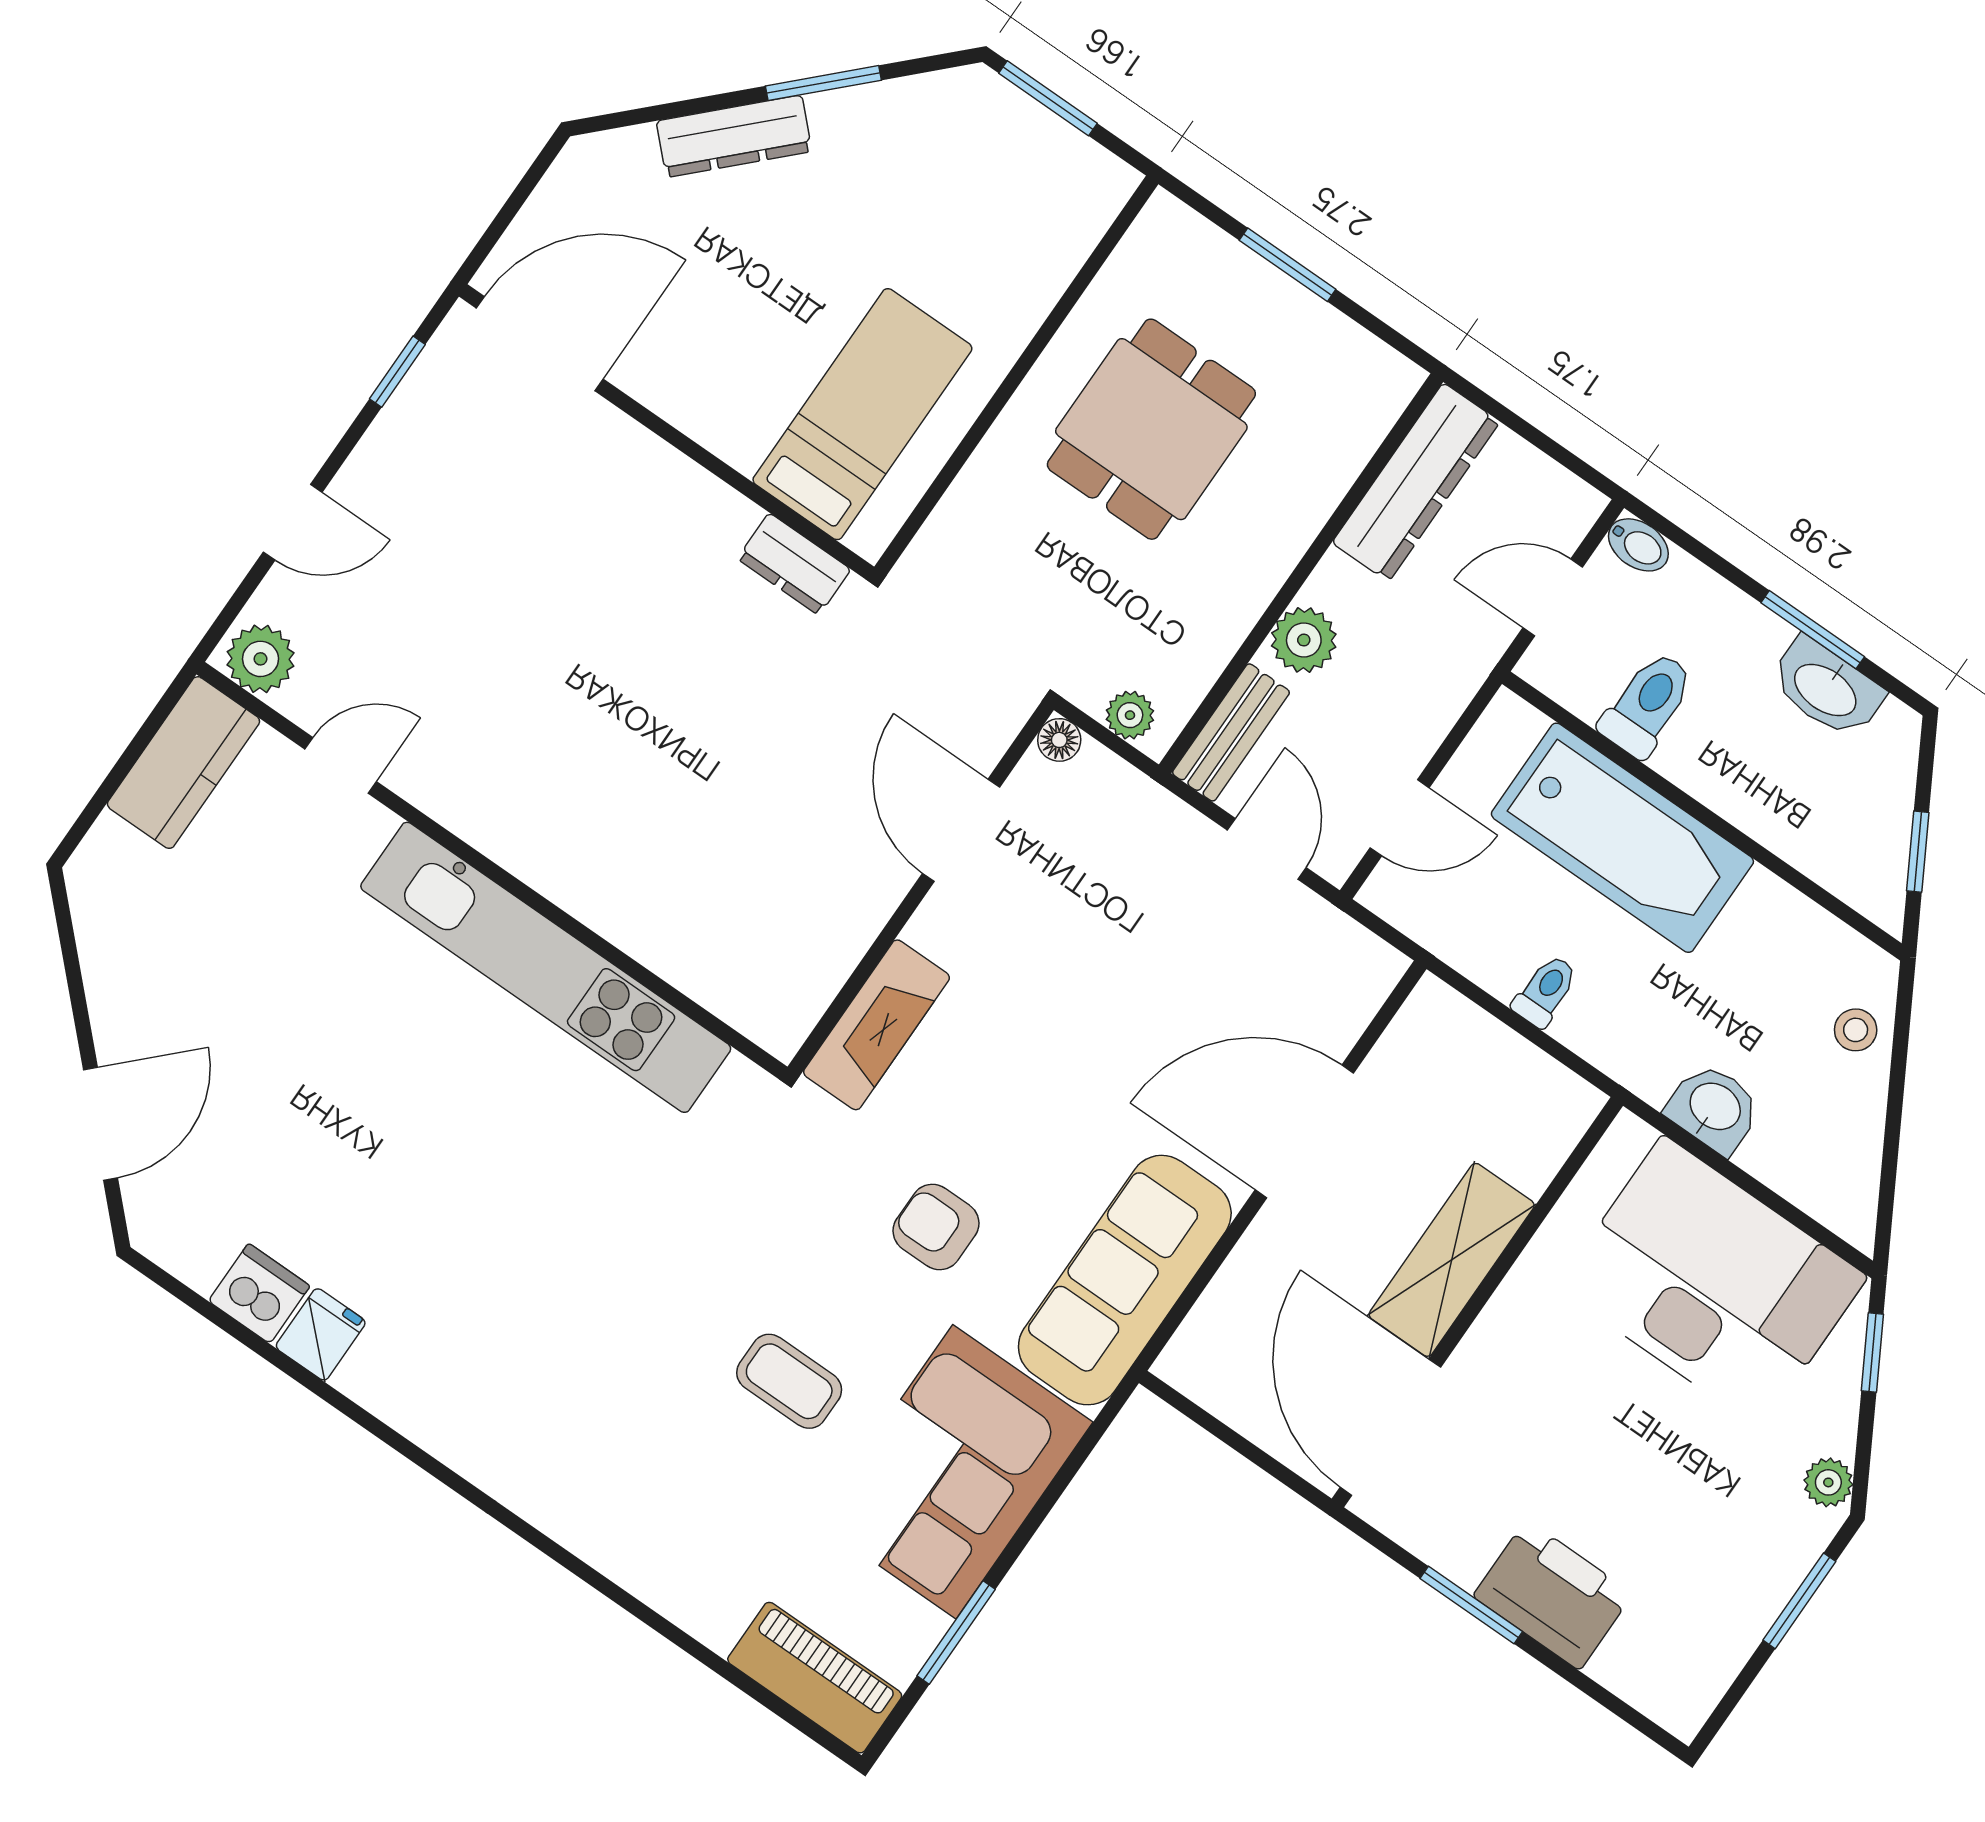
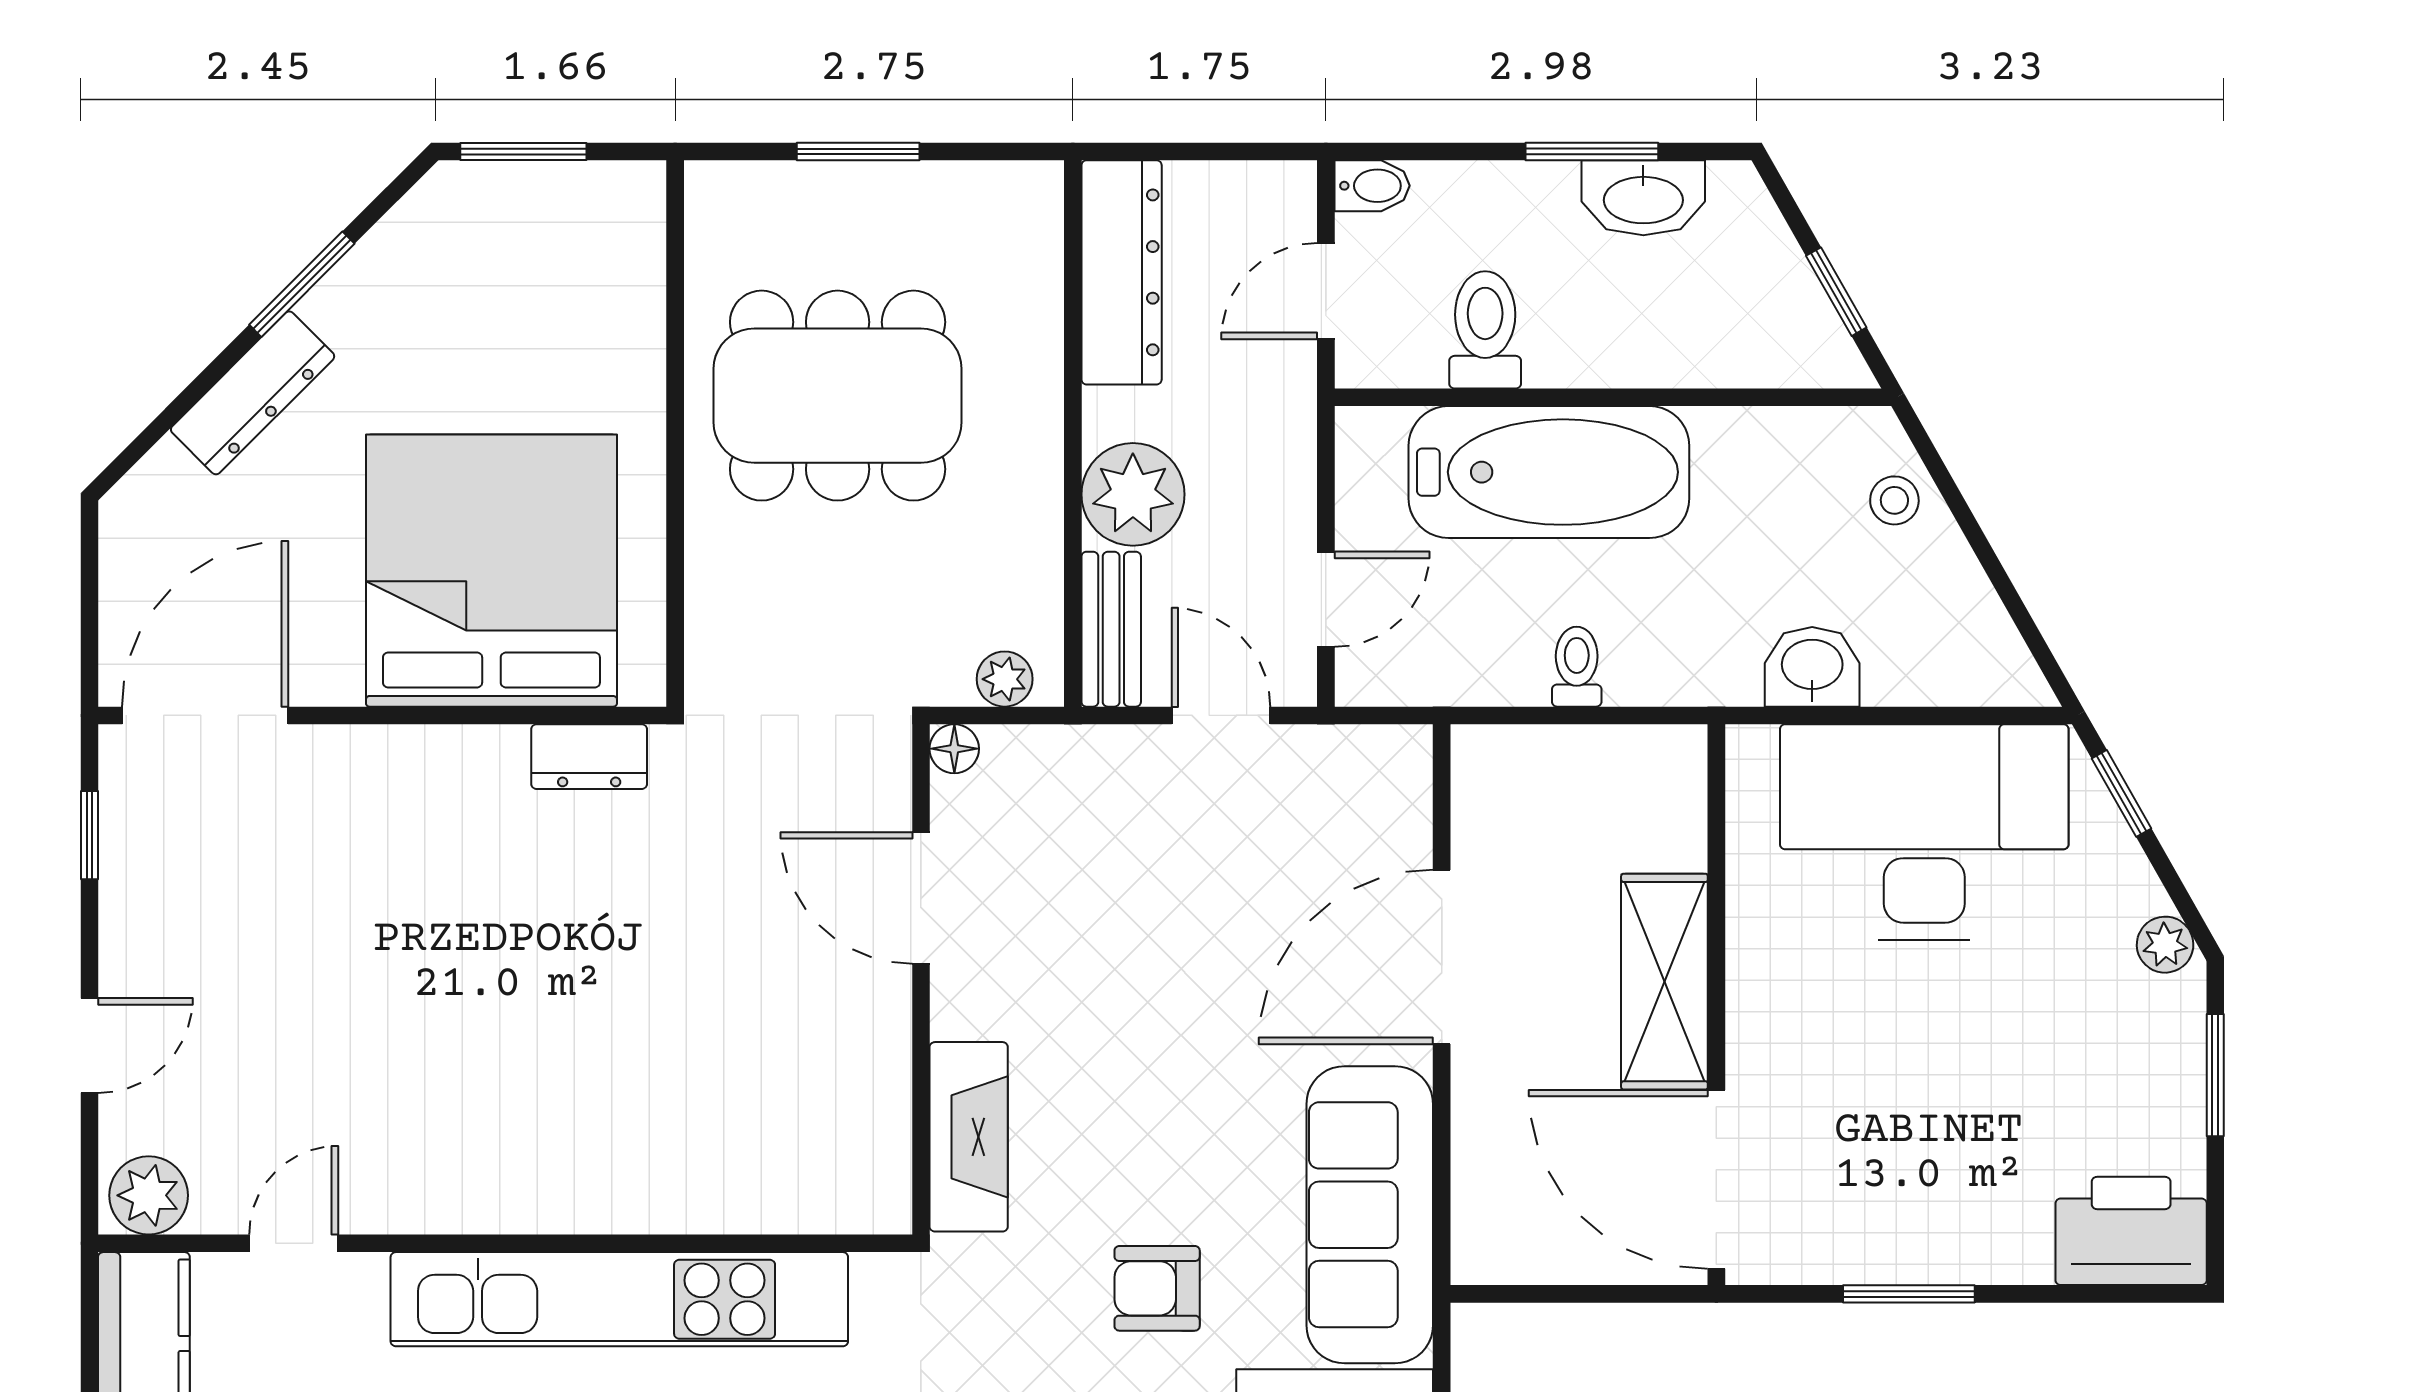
bed: (862, 414) -> (491, 571), width x2.04
dining table: (1151, 429) -> (838, 396), width x1.38
plant: (1304, 640) -> (1133, 494), width x1.36, depth x1.36
printer: (1553, 1595) -> (2131, 1231), moved

